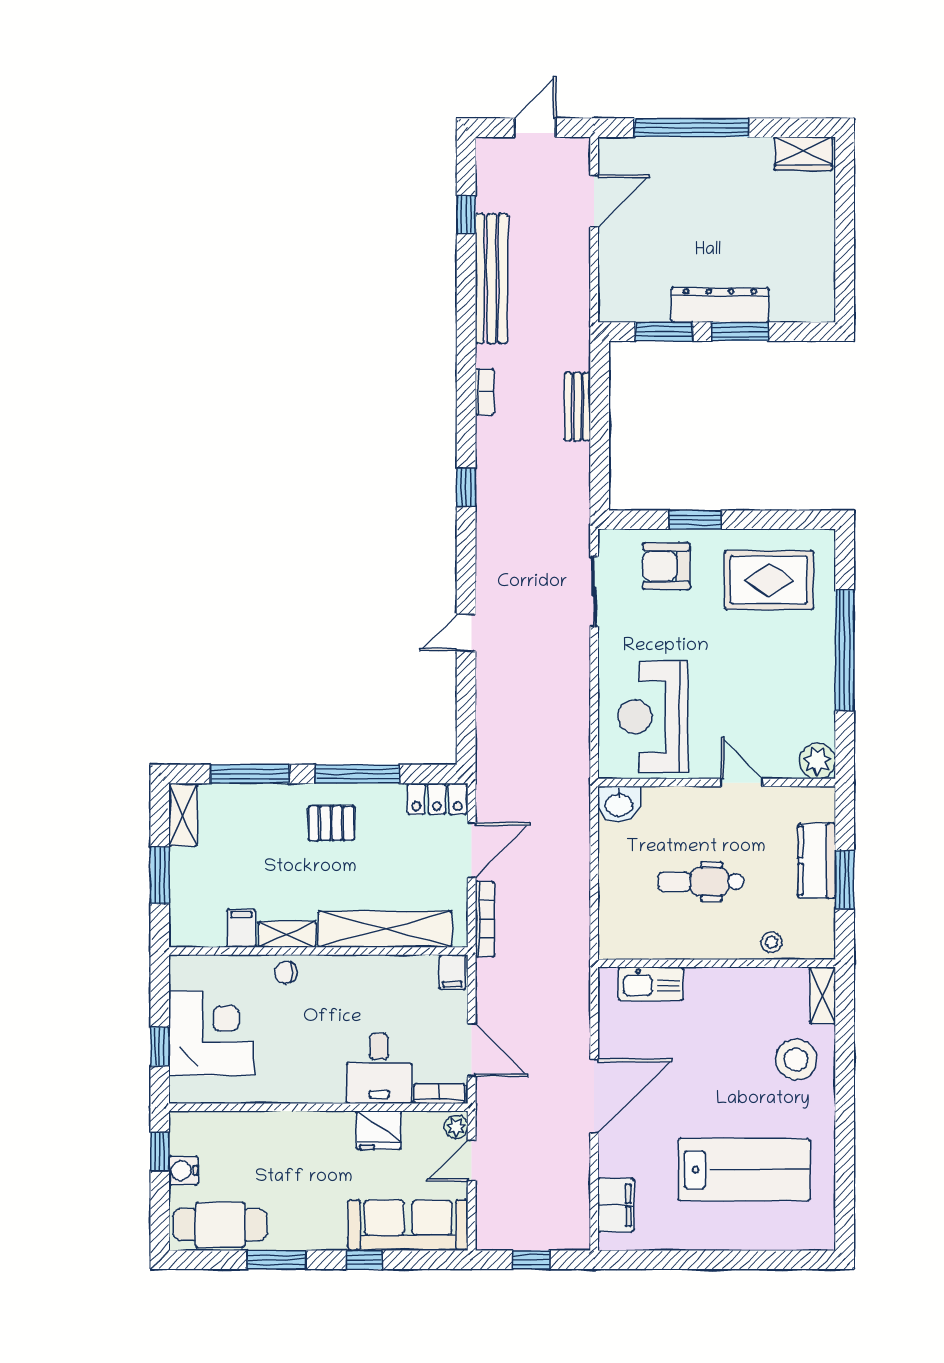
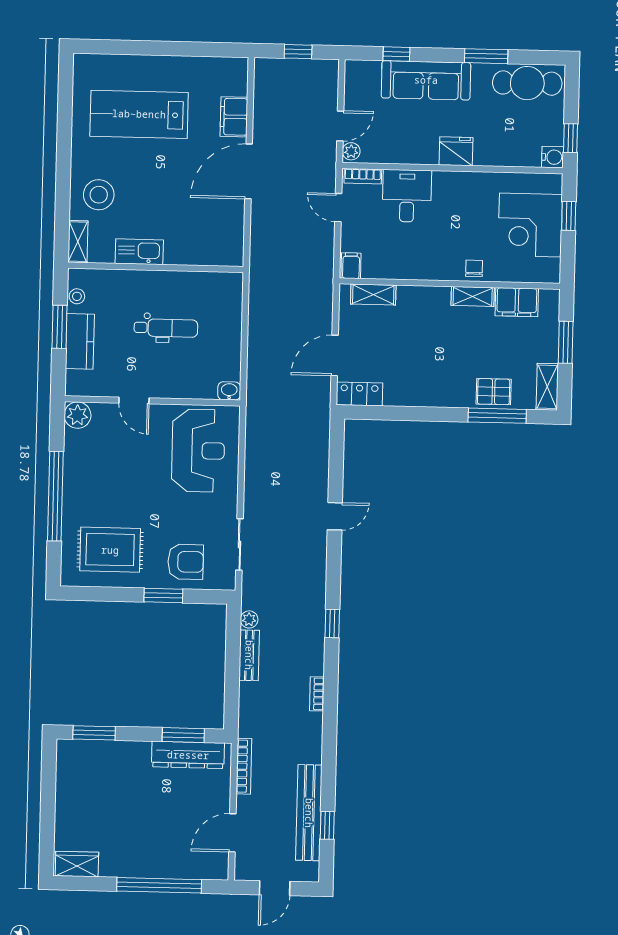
bench: (491, 279) -> (309, 813), moved
dresser: (720, 305) -> (188, 755), moved
window: (740, 332) -> (94, 733), moved
bench: (577, 407) -> (249, 655), moved
plant: (579, 490) -> (249, 619), added
window: (357, 774) -> (418, 414), removed
washbasin: (619, 804) -> (229, 391), width x0.72, depth x0.69
pallet: (331, 823) -> (494, 392), moved
bookcase: (485, 919) -> (244, 766), moved, turned 180
filing cabinet: (241, 928) -> (517, 302), width x2.00
shelving: (385, 929) -> (373, 295), width x0.45, depth x0.75
stool: (772, 942) -> (77, 296), moved
chair: (286, 972) -> (474, 268), turned -90
kitchen sink: (651, 984) -> (139, 252), moved
door: (472, 1050) -> (338, 208), width x0.73
fridge: (379, 1130) -> (456, 151), moved
water cooler: (183, 1171) -> (553, 157), moved
filing cabinet: (616, 1205) -> (234, 117), moved
sofa: (408, 1225) -> (426, 80), moved
window: (364, 1260) -> (396, 54), moved

